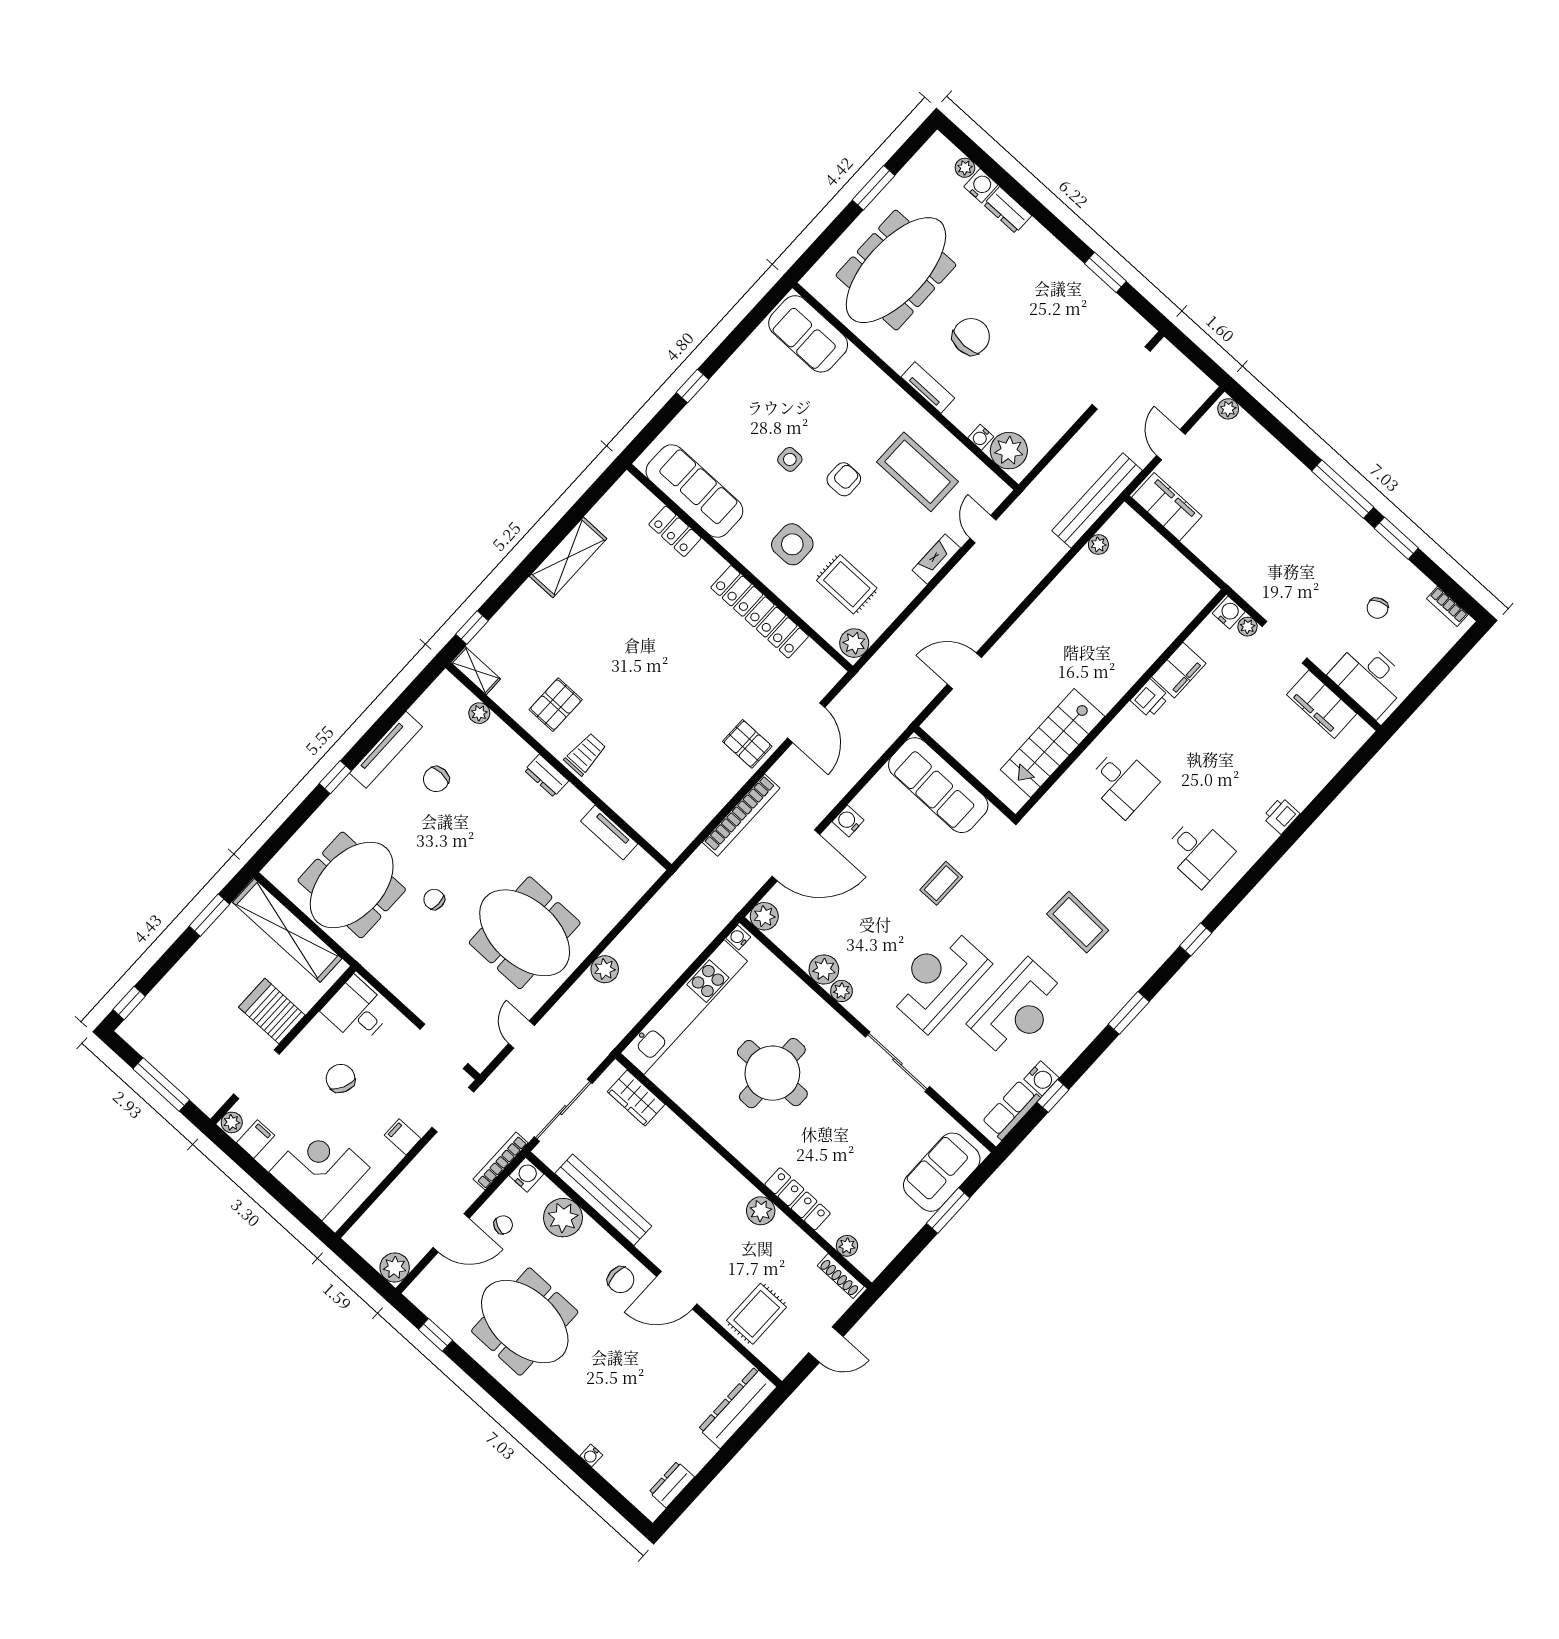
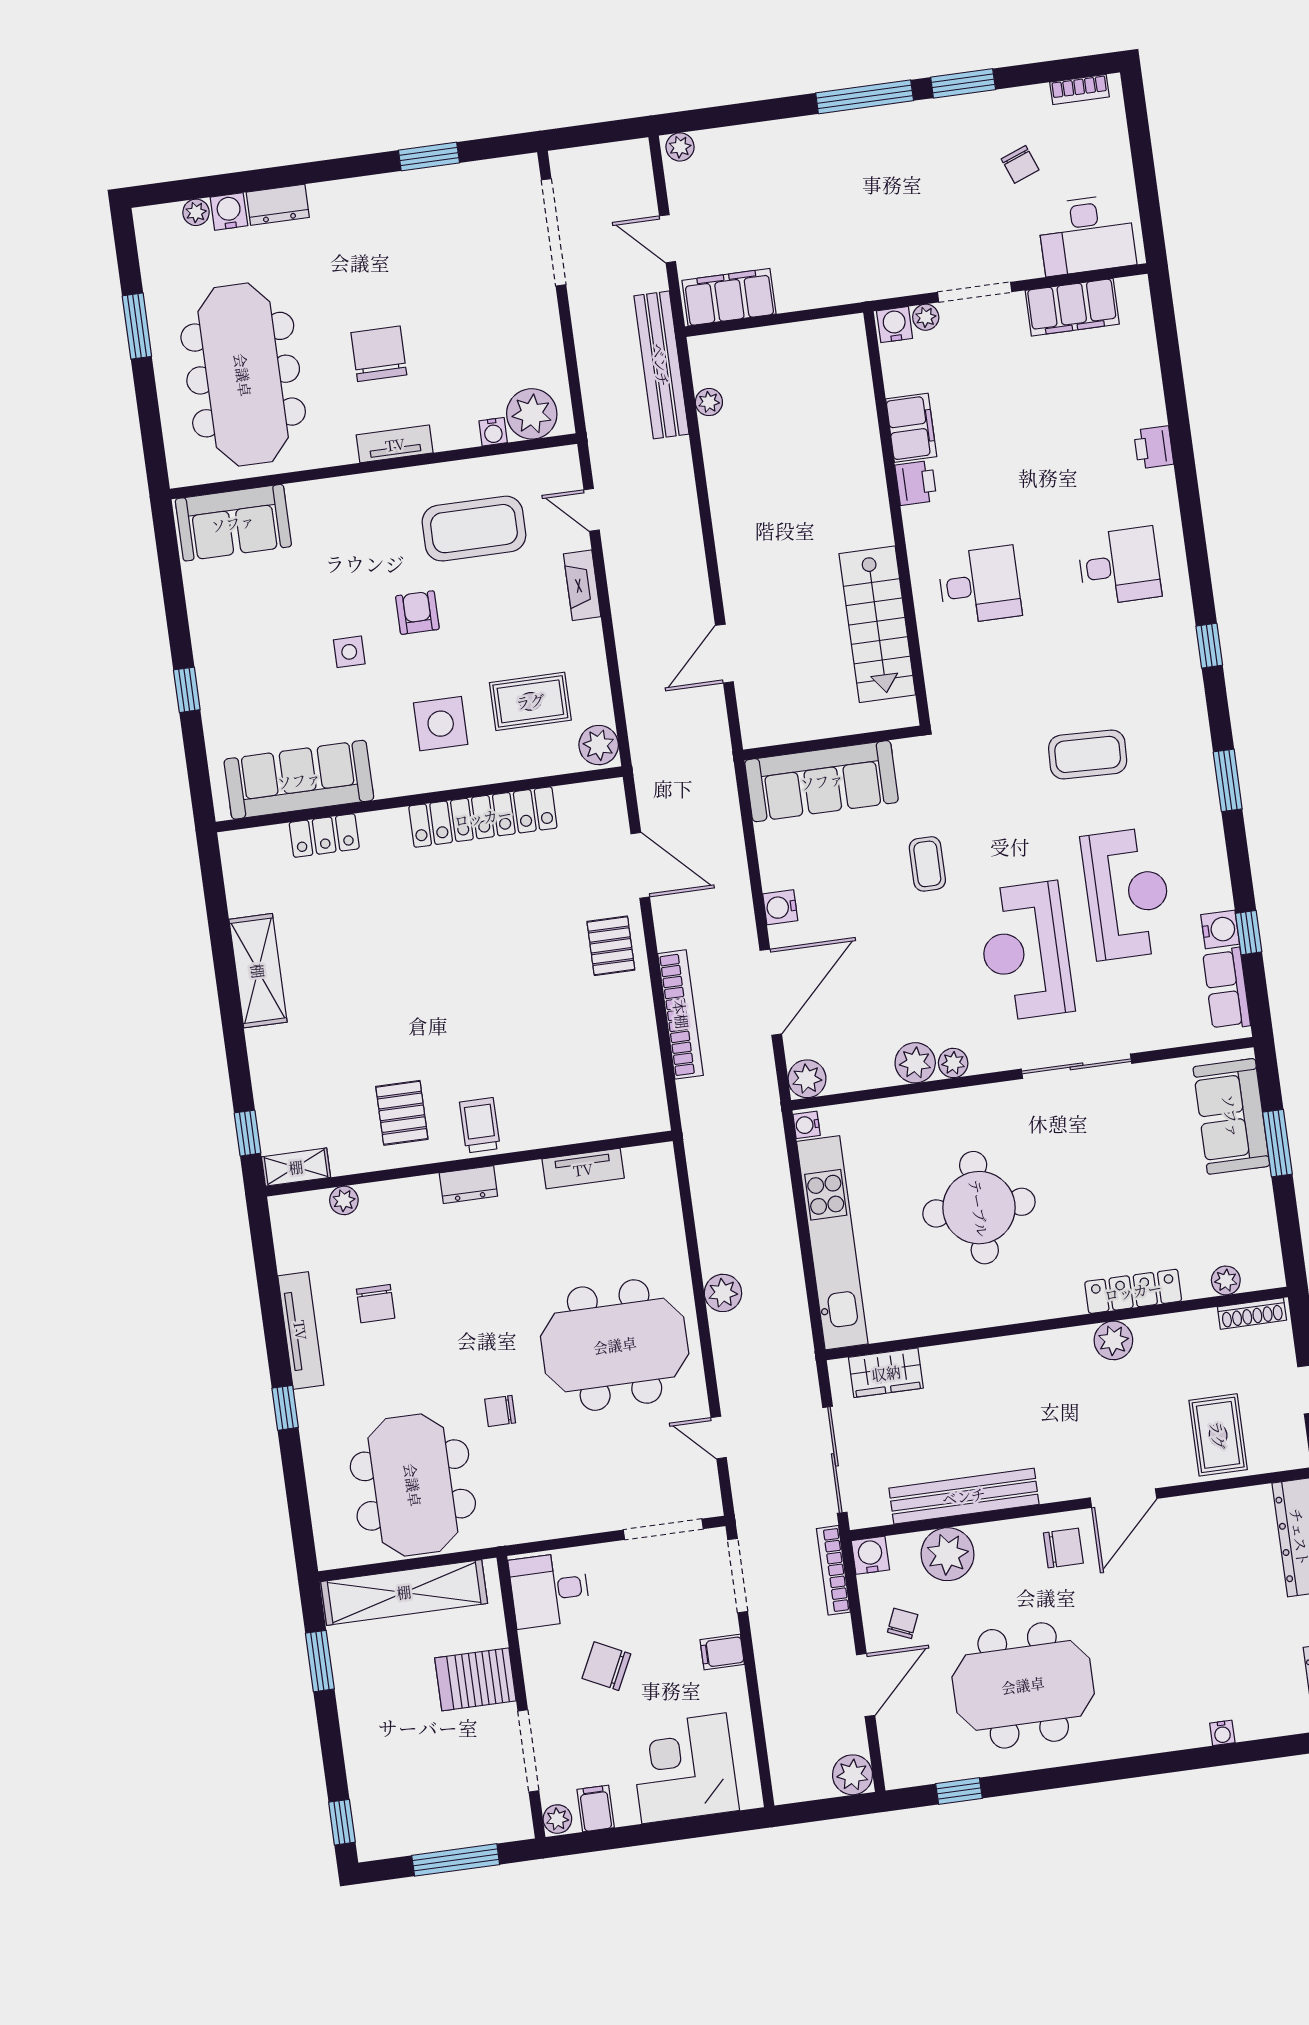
pallet: (747, 744) -> (611, 946), turned 90

